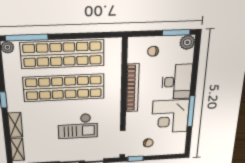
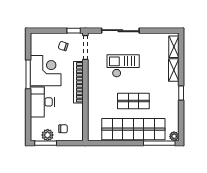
plant: (187, 42) -> (48, 135), moved
shop shelf: (64, 88) -> (133, 101), width x0.50, depth x0.74
bookcase: (132, 88) -> (78, 82), moved

